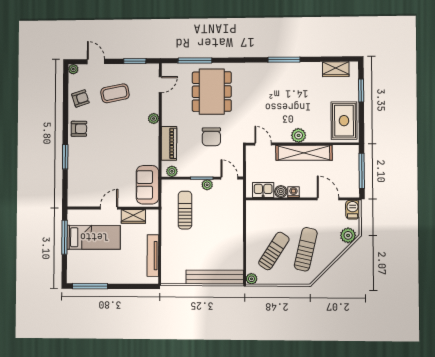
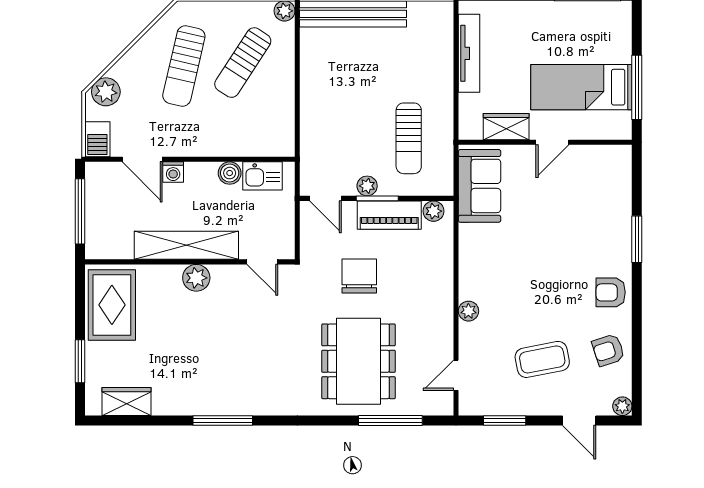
piano: (169, 143) -> (389, 215), moved, turned -90
washing machine: (293, 192) -> (173, 172), moved

